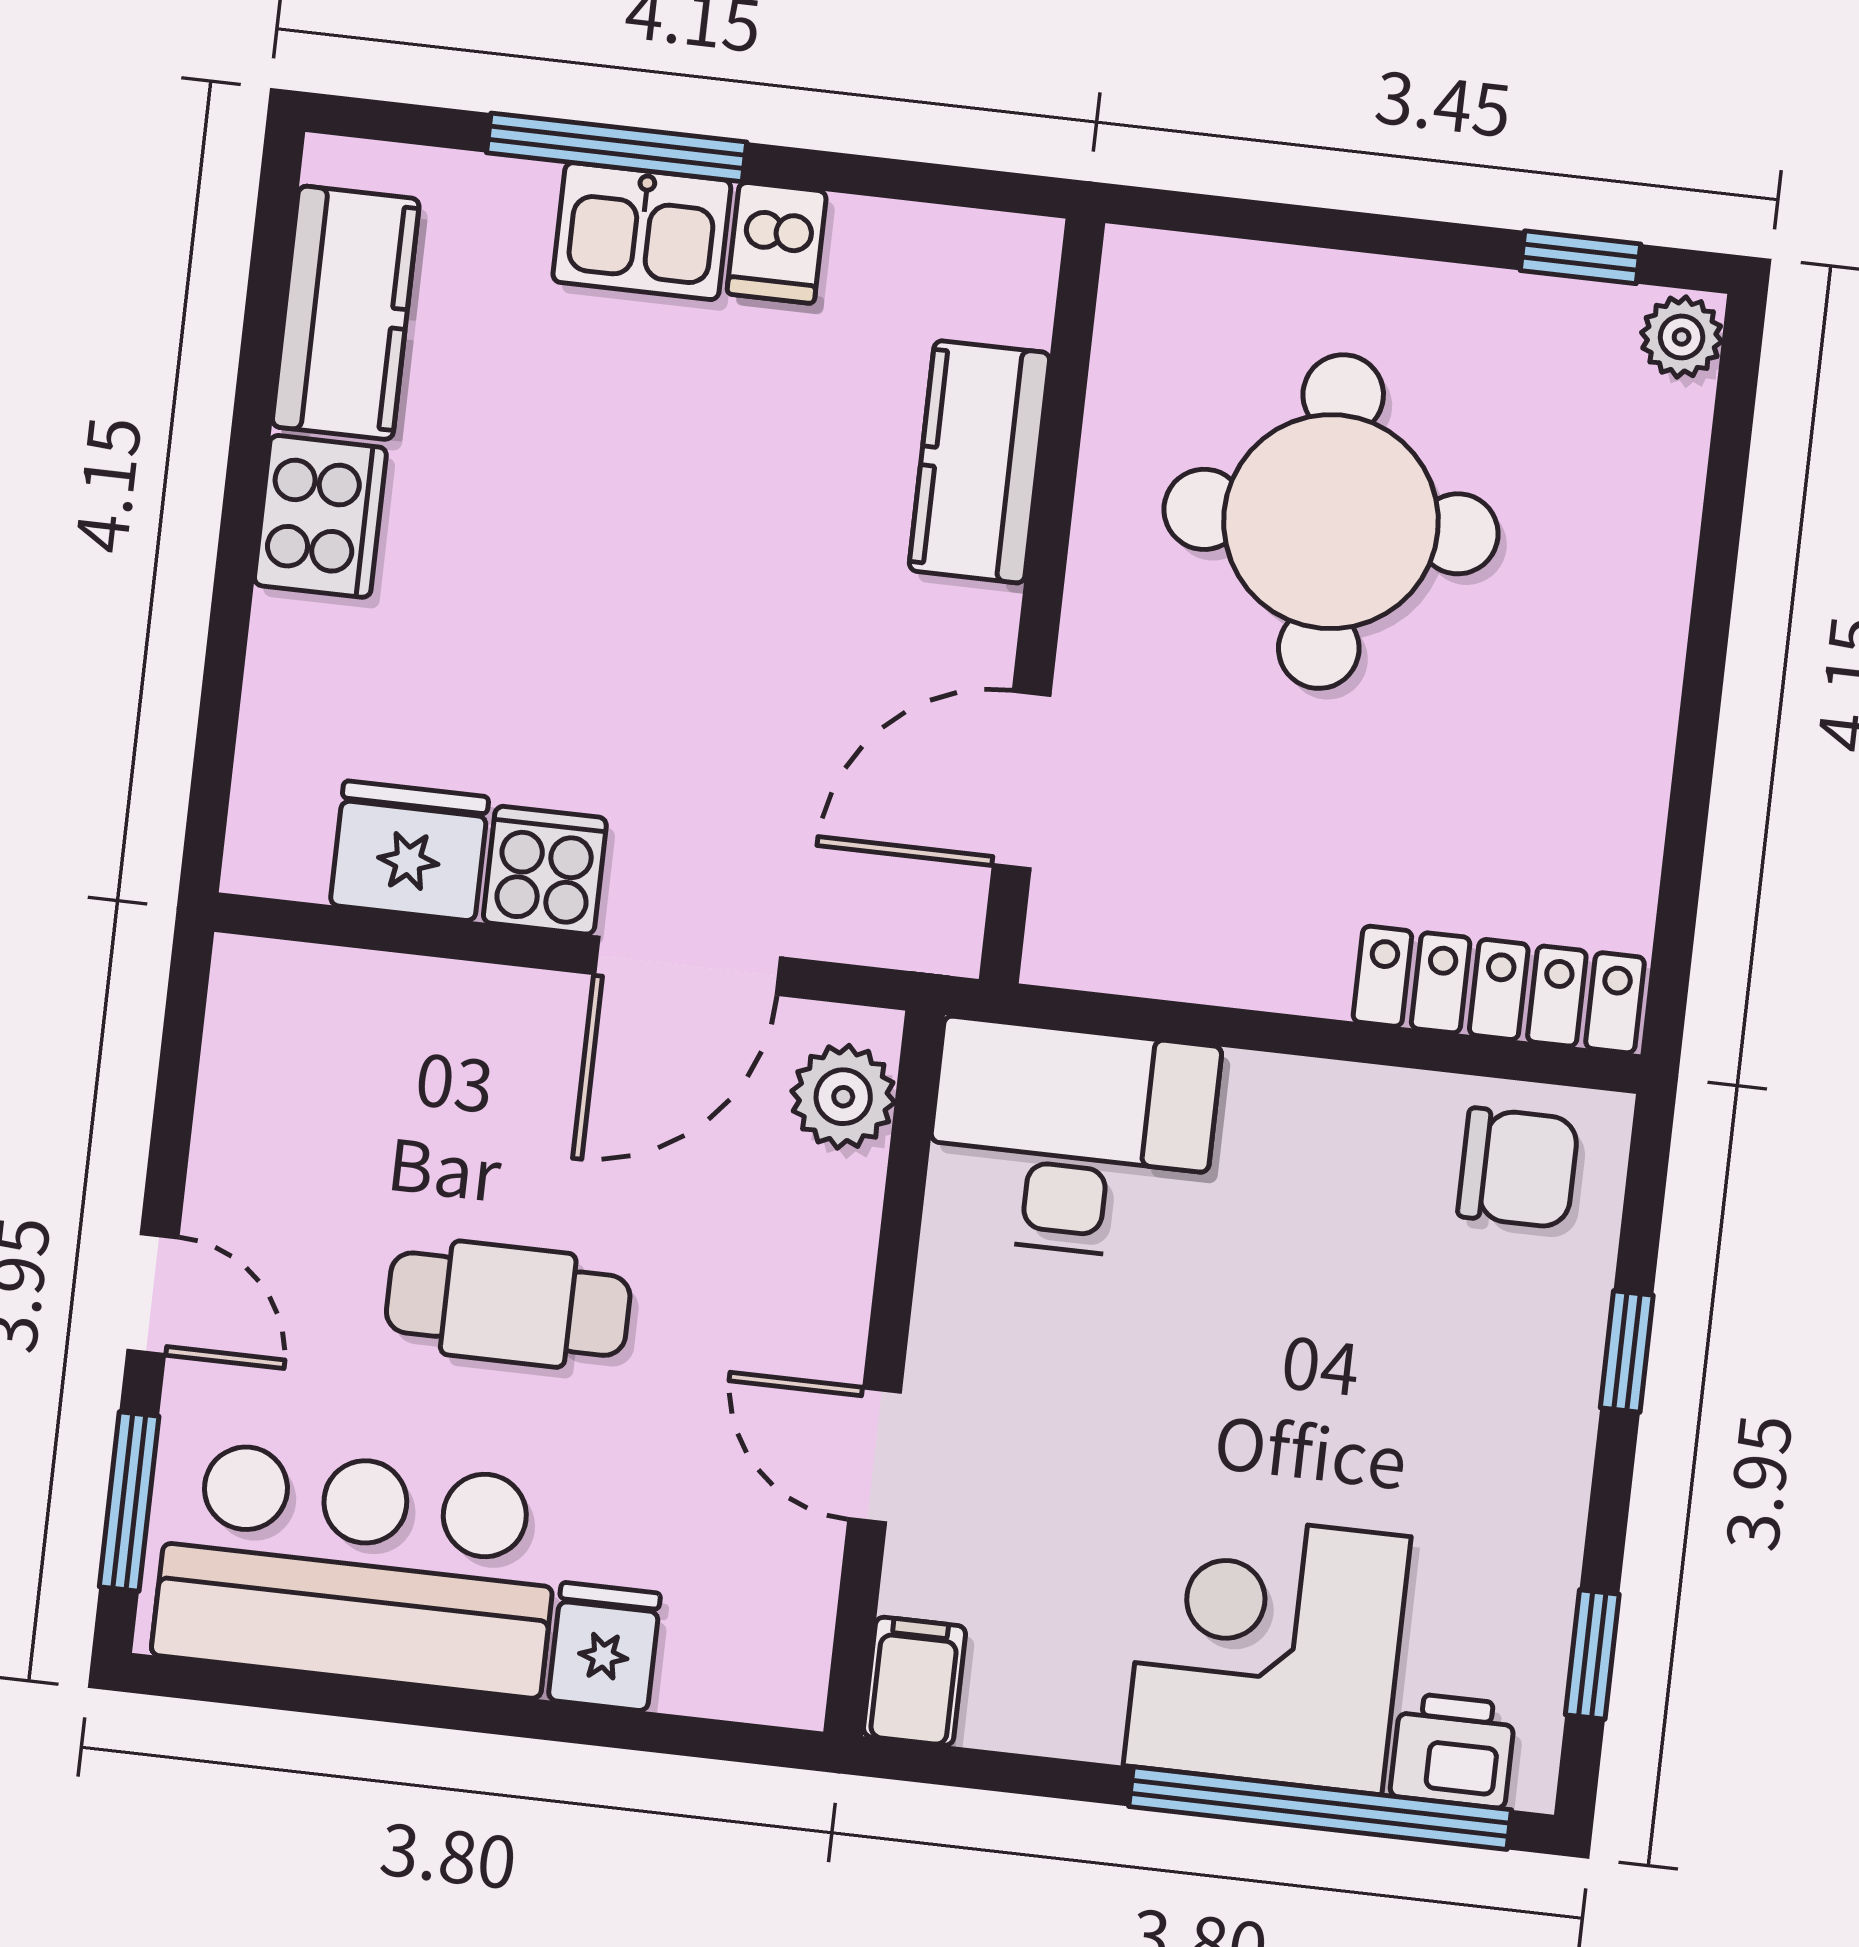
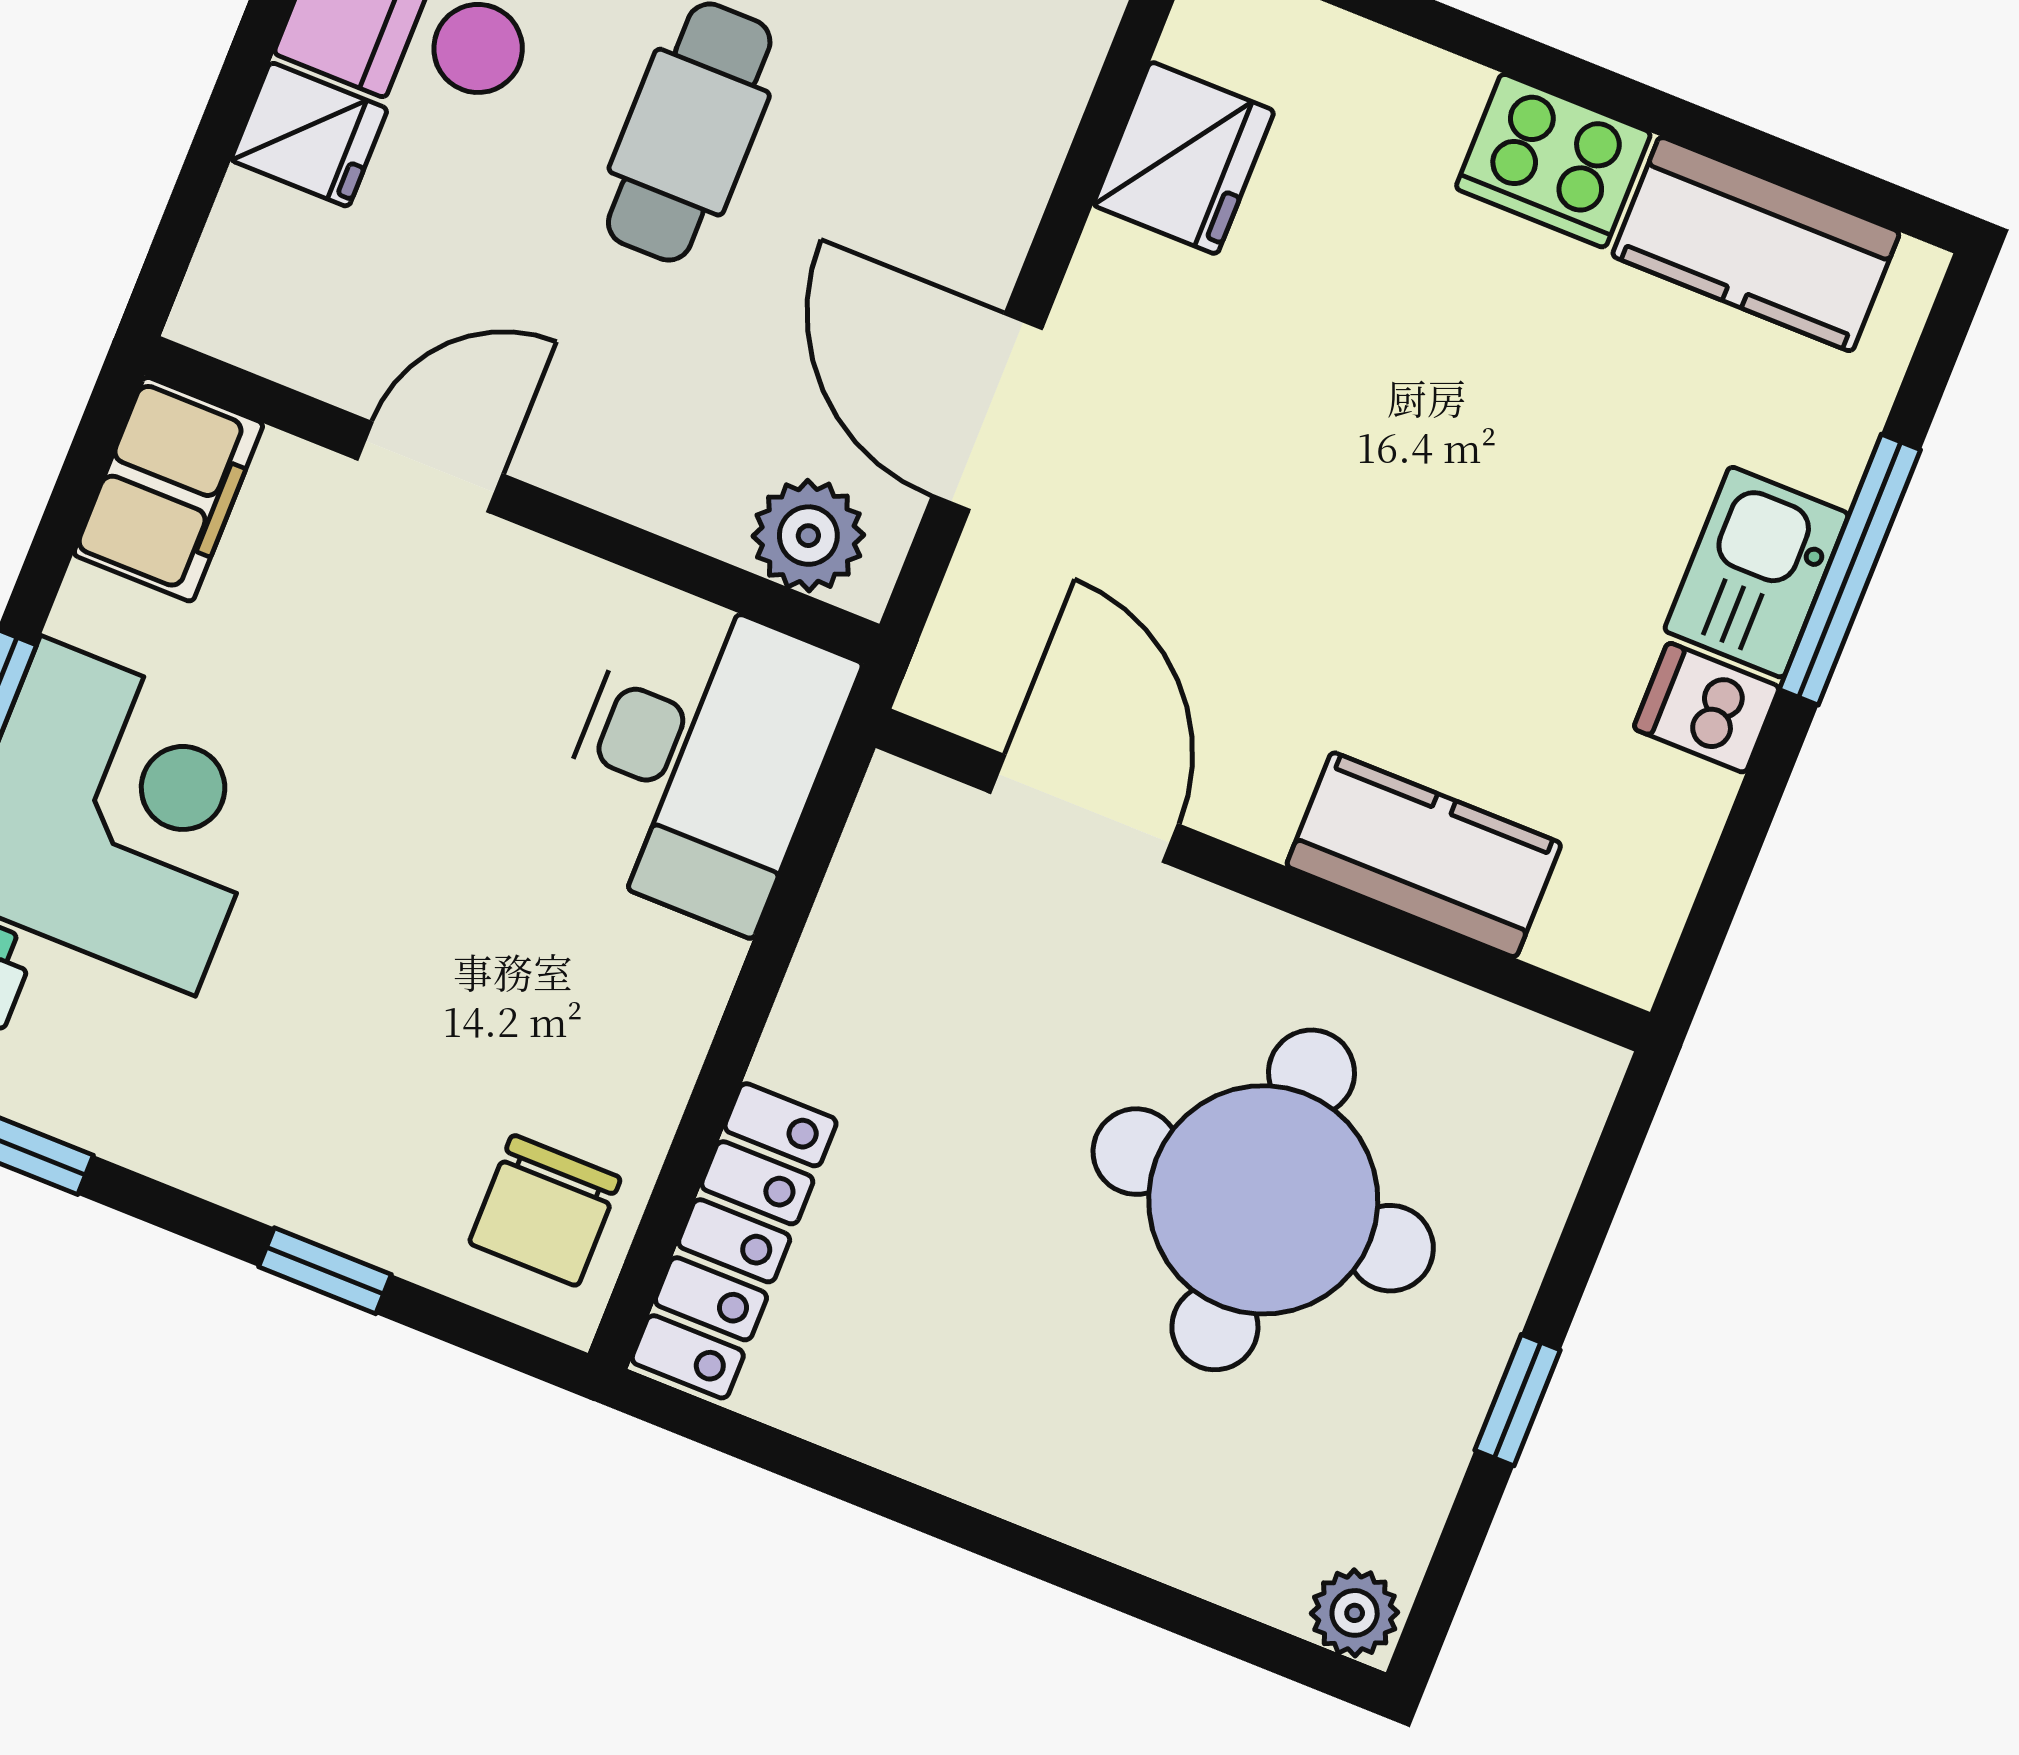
window: (1580, 257) -> (1518, 1400), moved
cooker: (545, 870) -> (1126, 292), removed
filing cabinet: (915, 1681) -> (168, 489), width x2.00

